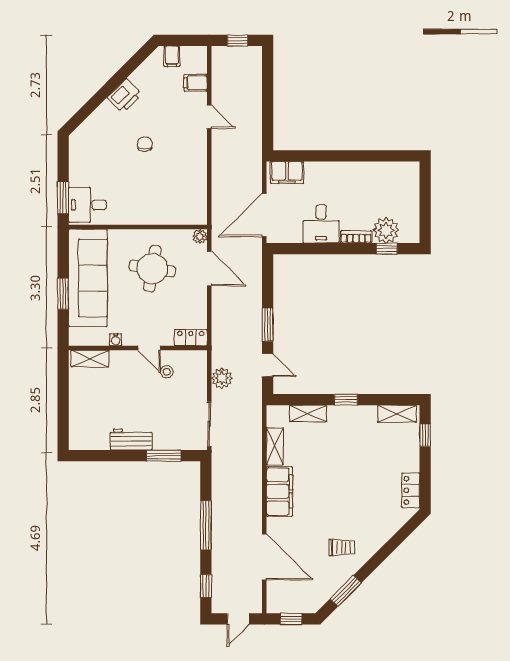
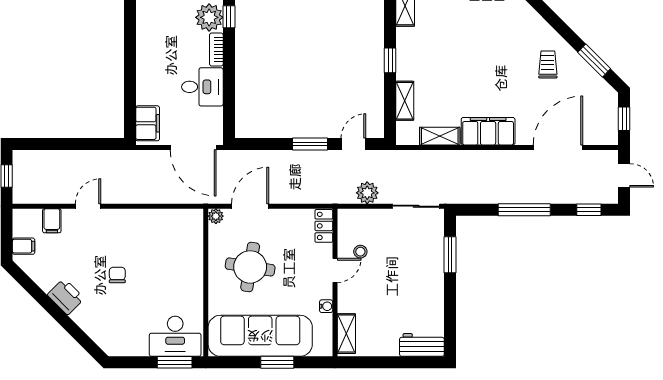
chair: (145, 144) -> (117, 275), turned 90
desk: (87, 205) -> (175, 336), width x1.37
workbench: (131, 439) -> (422, 345), moved, turned 90

